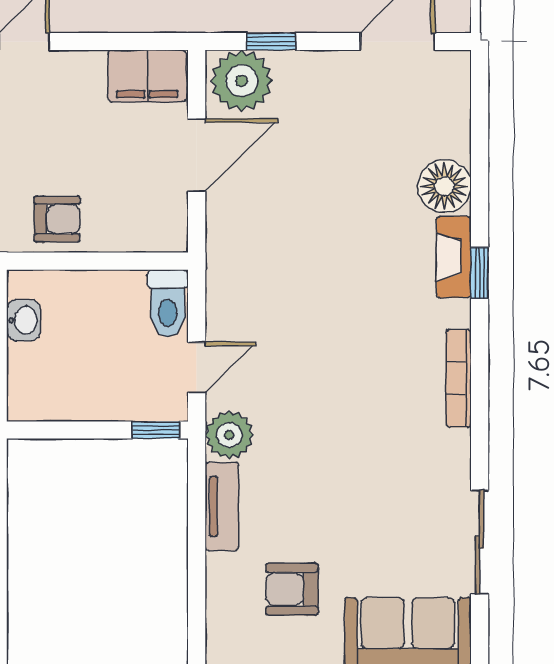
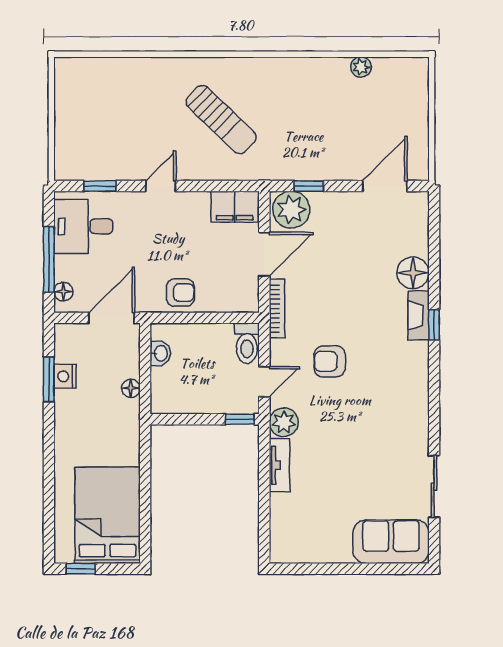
bookcase: (459, 378) -> (277, 308), moved, turned 180
armchair: (292, 589) -> (330, 361), moved

